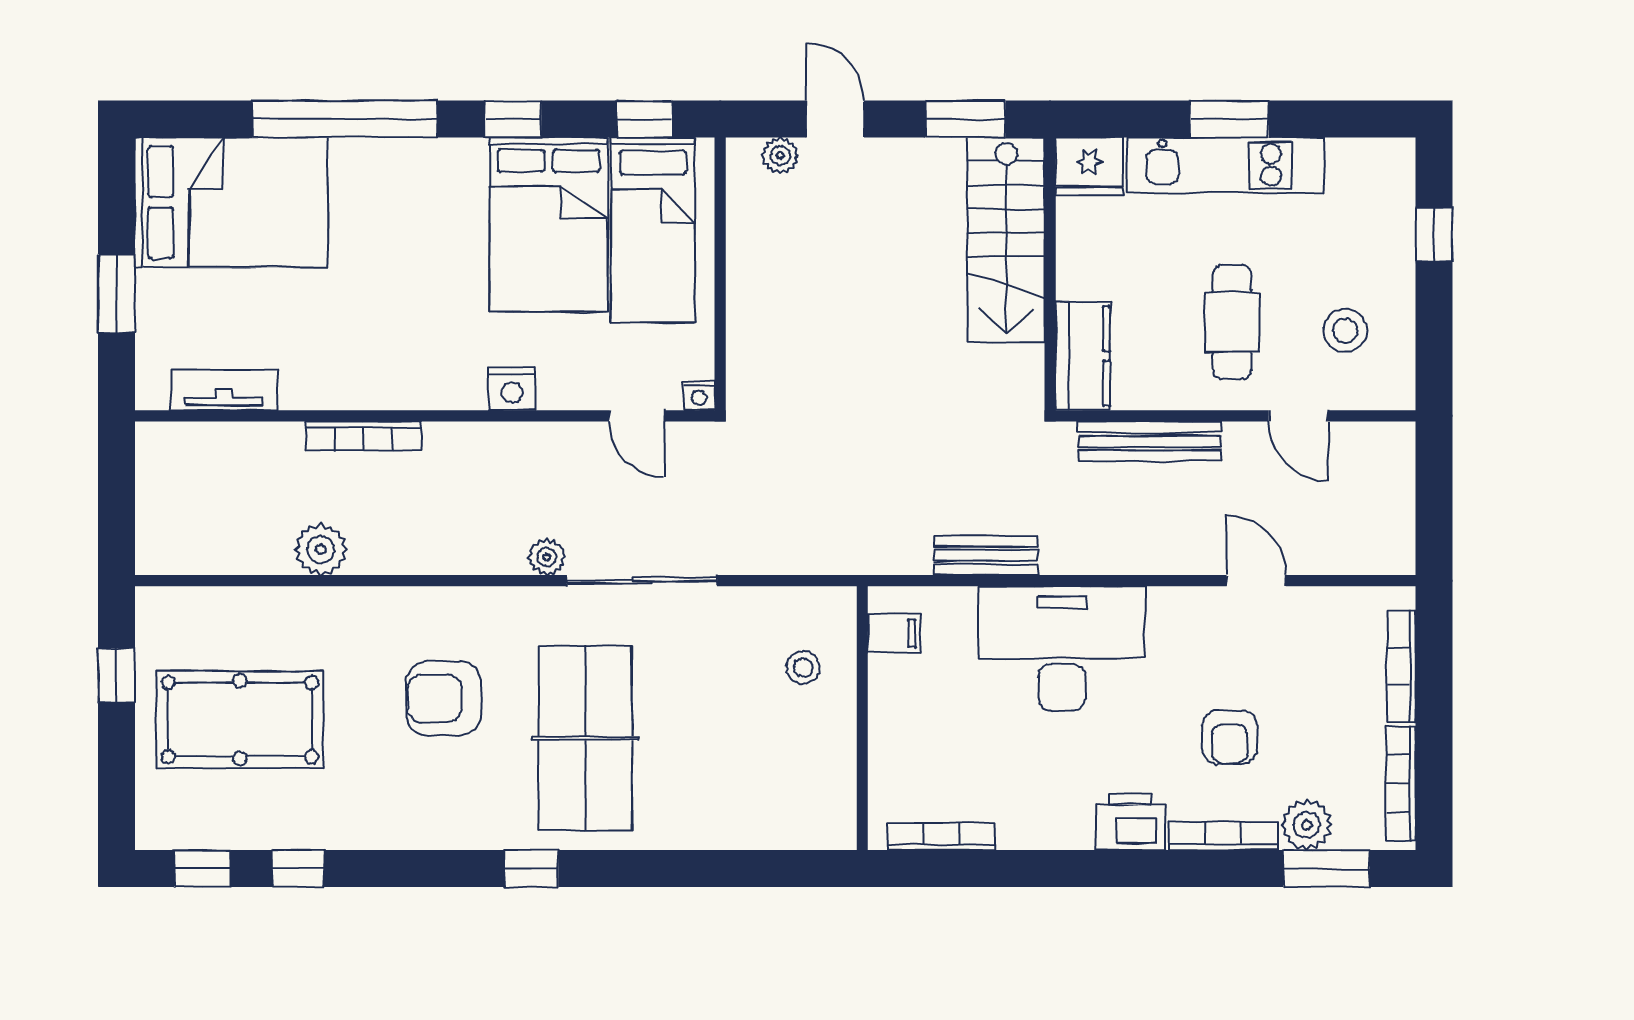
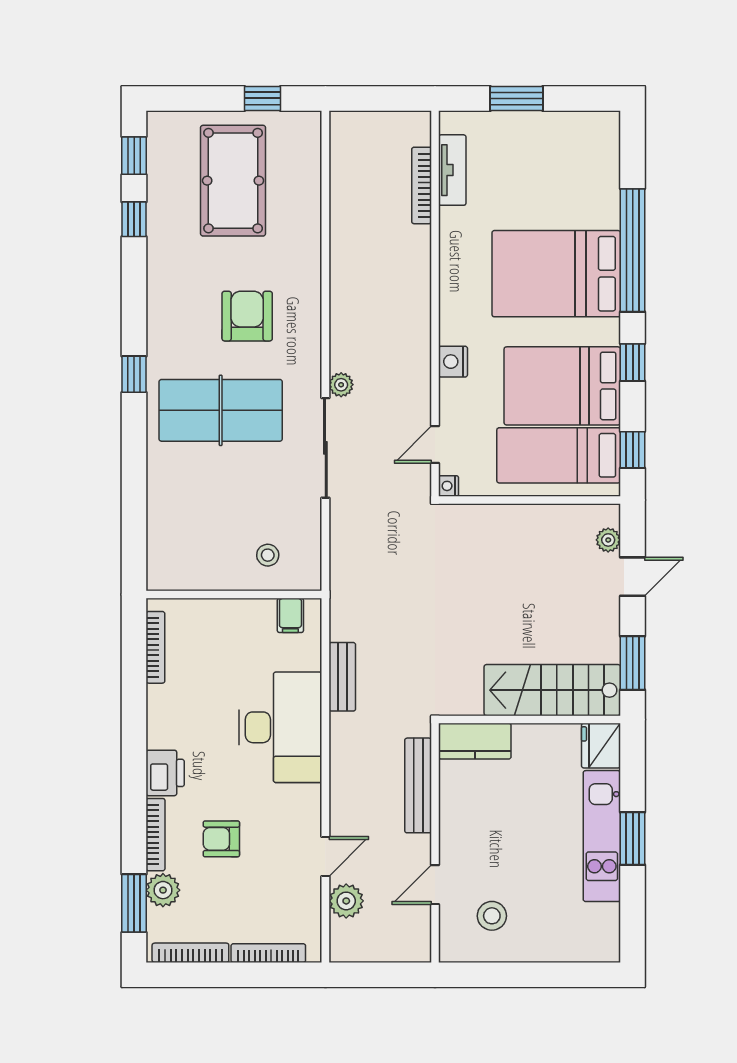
bed: (231, 202) -> (556, 274), moved, turned 90
window: (1434, 234) -> (556, 975), removed
cafe table: (1232, 322) -> (497, 840), removed
bookcase: (363, 436) -> (422, 185), moved
plant: (321, 549) -> (346, 901), moved

